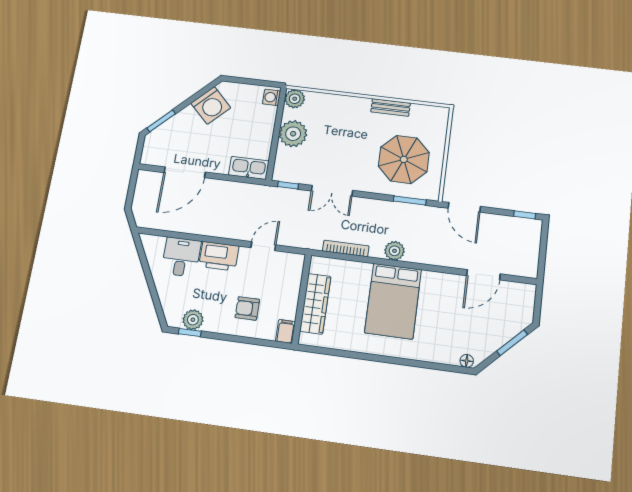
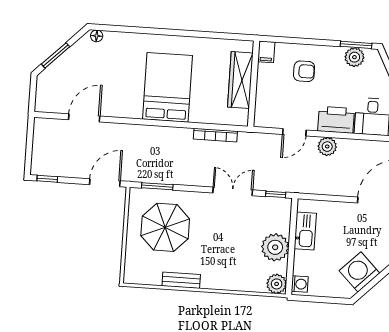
kitchen sink: (249, 168) -> (305, 231), moved, turned -90
door: (464, 207) -> (105, 183), hinge flipped
plant: (394, 251) -> (327, 147), moved
window: (190, 332) -> (356, 45), width x1.50

